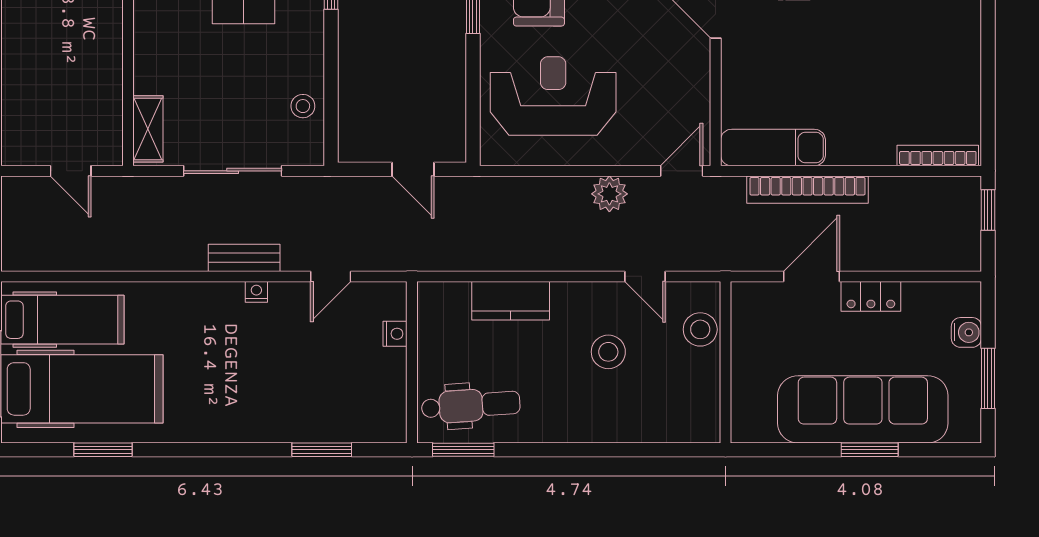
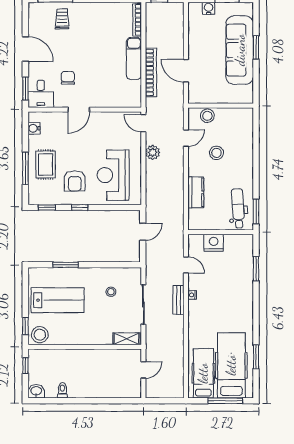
stool: (303, 106) -> (111, 292), moved
exam couch: (773, 148) -> (134, 58), moved
locker: (871, 296) -> (194, 47), removed
nightstand: (395, 334) -> (214, 243), width x1.89, depth x1.79

